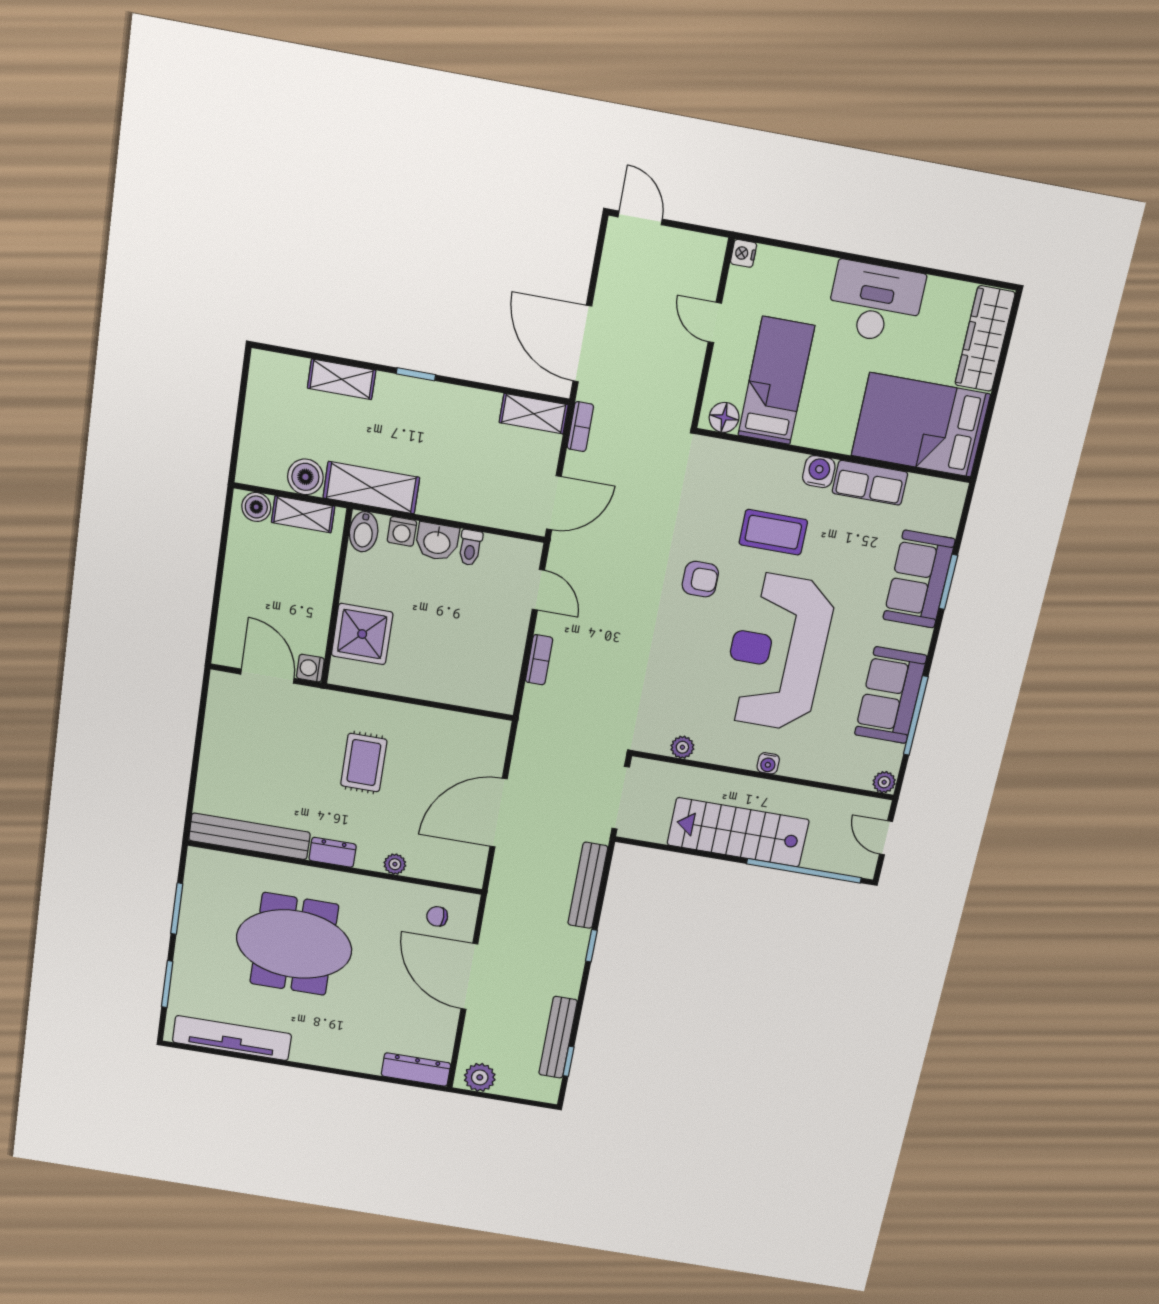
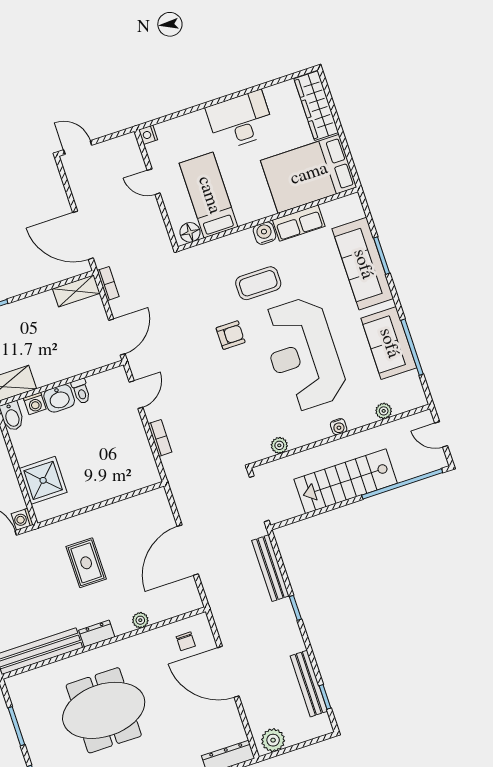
sofa: (919, 579) -> (363, 264), width x1.36
door: (538, 590) -> (136, 395), hinge flipped
plant: (884, 782) -> (384, 411), moved
chair: (437, 916) -> (186, 641), turned -90

